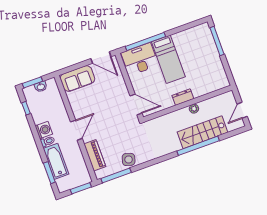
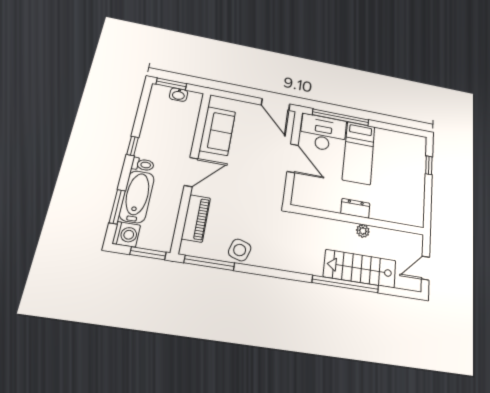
window: (217, 41) -> (429, 165), width x0.46
sofa: (77, 79) -> (218, 131), moved, turned -90
door: (136, 104) -> (293, 158), moved
window: (26, 108) -> (133, 146), moved
washing machine: (44, 130) -> (126, 234), moved

